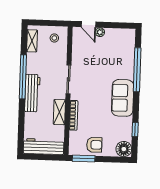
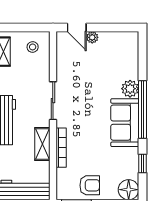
window: (137, 70) -> (143, 109), moved
plant: (127, 72) -> (130, 89), added

